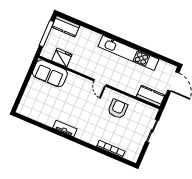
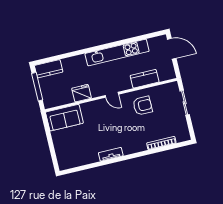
fridge: (62, 58) -> (82, 93), moved
kitchen counter: (151, 96) -> (145, 79), moved
armchair: (118, 109) -> (143, 106), turned 90

